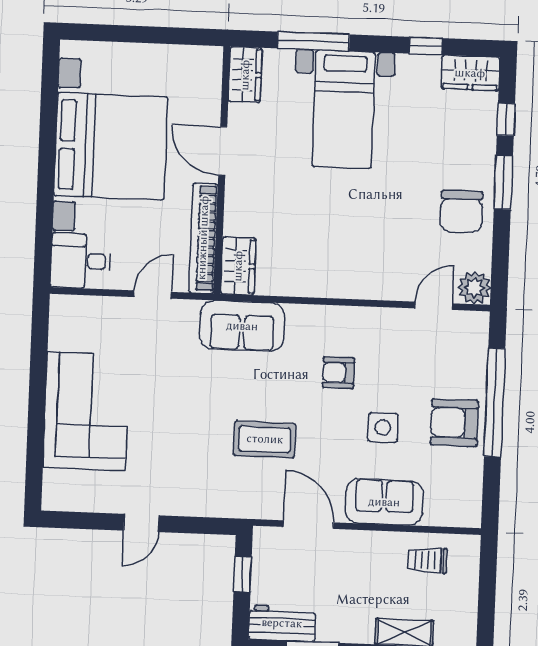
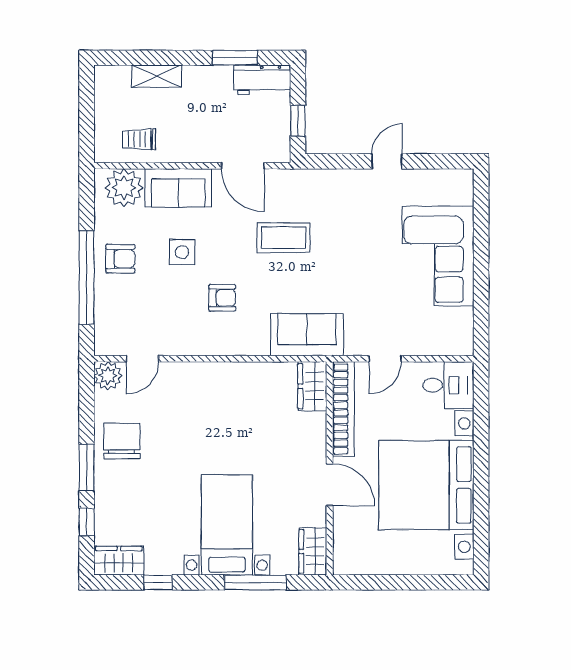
armchair: (455, 423) -> (120, 259), width x0.72, depth x0.72
plant: (447, 505) -> (124, 188), added
trolley: (427, 560) -> (139, 139), turned 180

